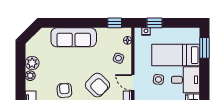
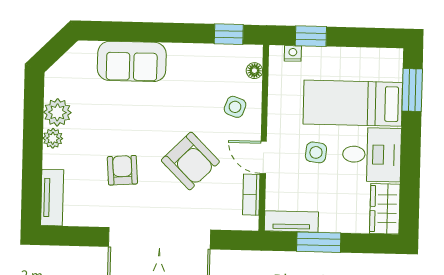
sofa: (74, 37) -> (132, 61), width x0.73

